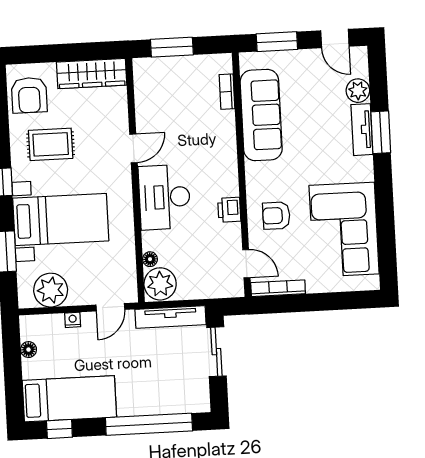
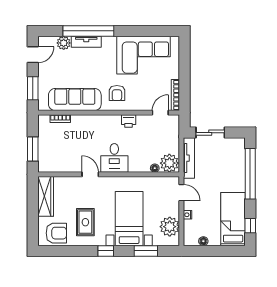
window: (381, 132) -> (88, 31), width x2.11
desk: (164, 197) -> (114, 158), width x0.73
armchair: (276, 216) -> (117, 93), moved

